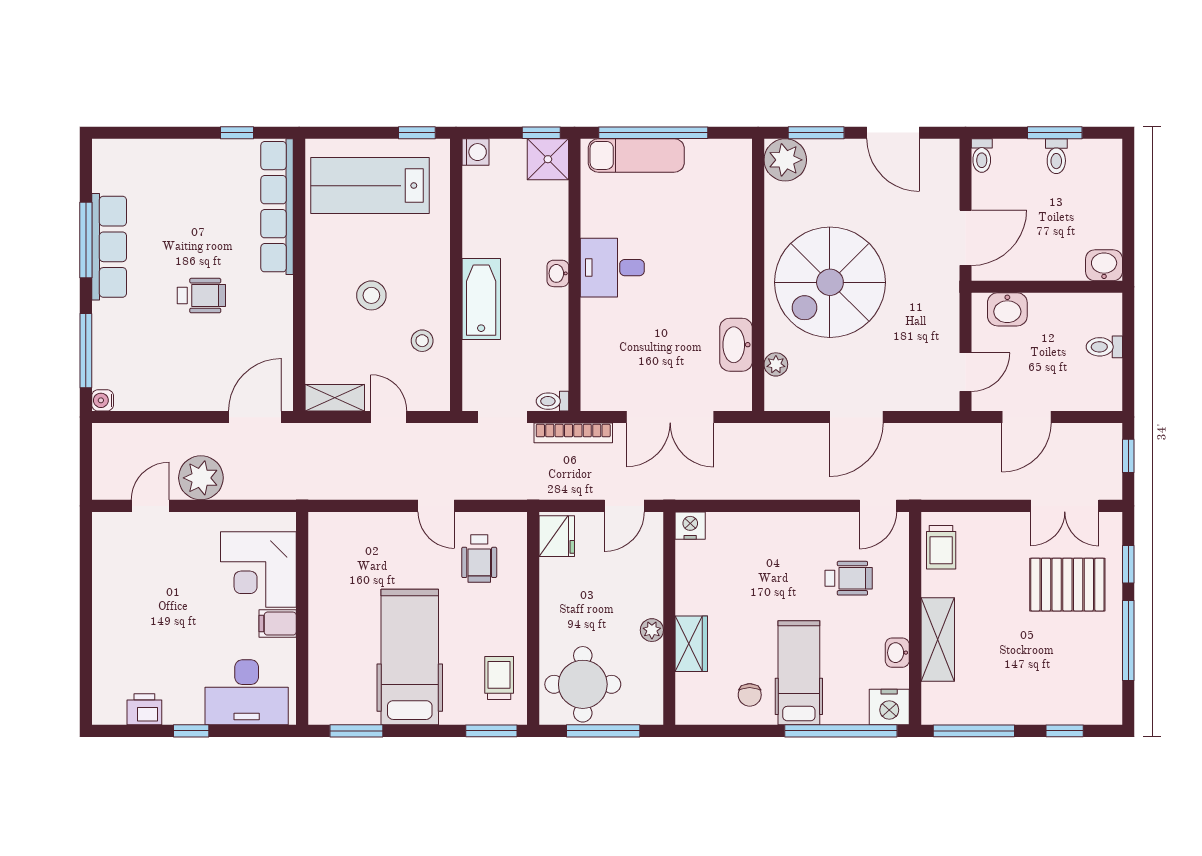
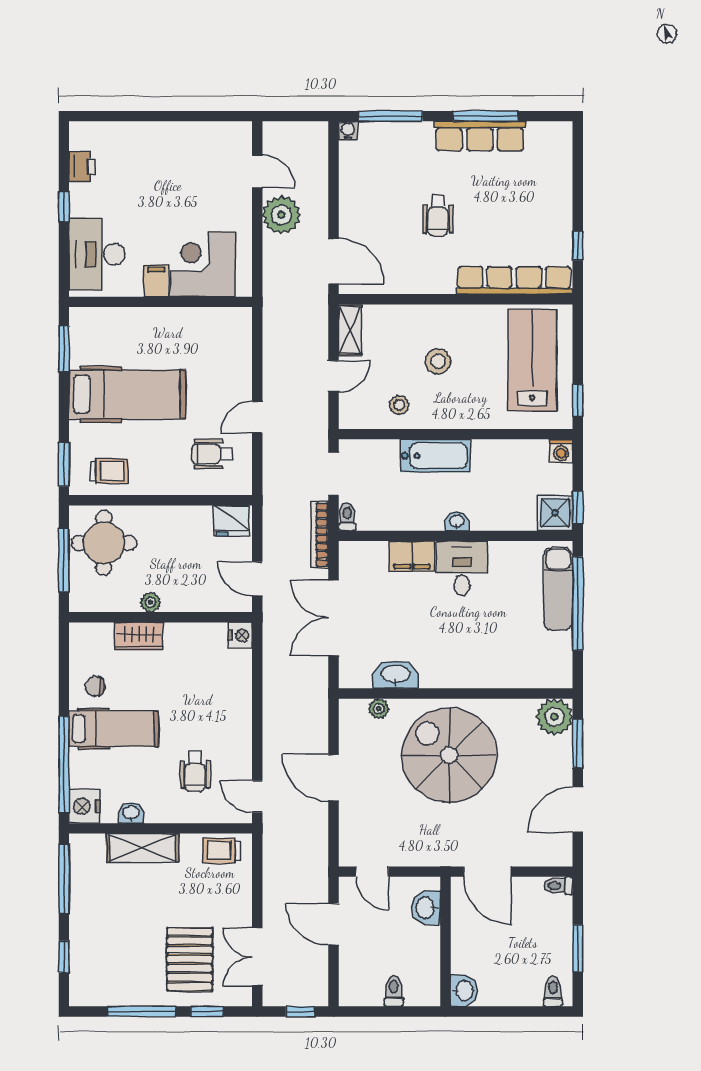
toilet: (1056, 156) -> (553, 991), moved, turned 90
filing cabinet: (598, 326) -> (412, 556), added

